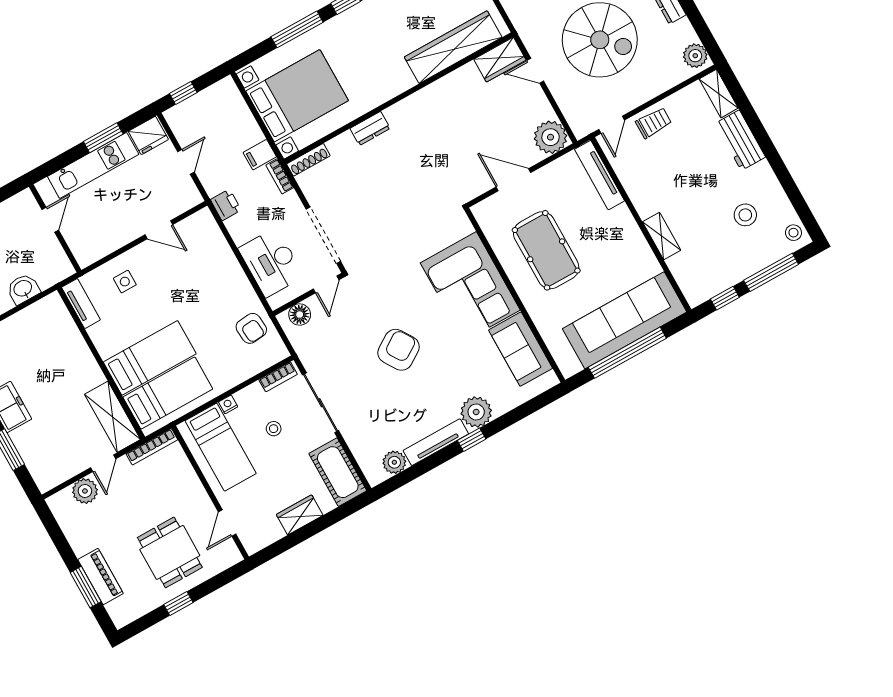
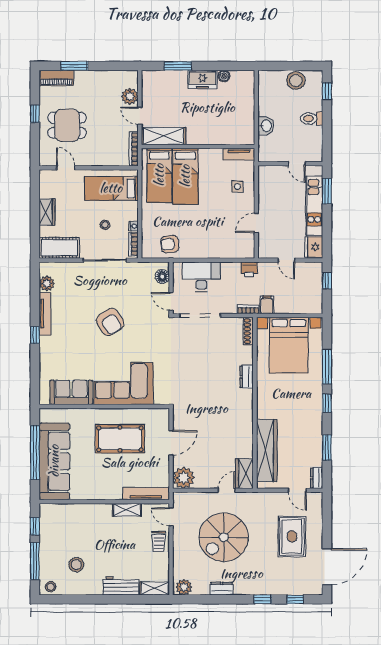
window: (103, 138) -> (327, 191), moved
shelving: (662, 236) -> (127, 510), moved
nightstand: (228, 404) -> (133, 226), moved
plant: (476, 412) -> (49, 347), removed
piano: (101, 577) -> (56, 78), moved

